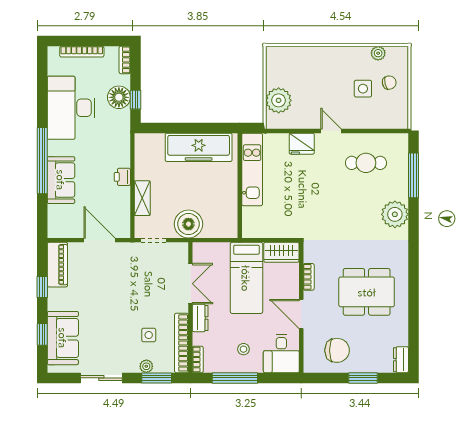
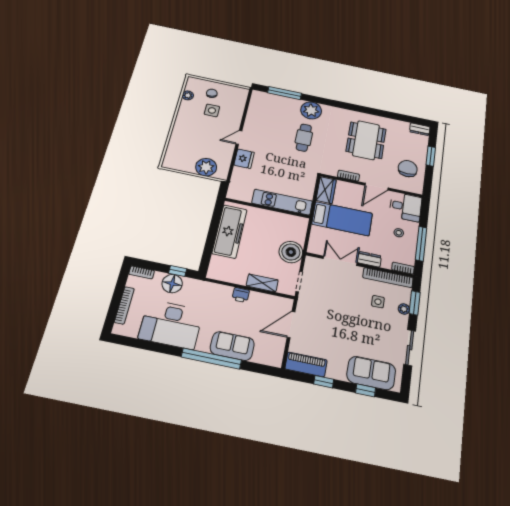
cafe table: (366, 163) -> (304, 138), moved
kitchen unit: (252, 169) -> (282, 202), moved

